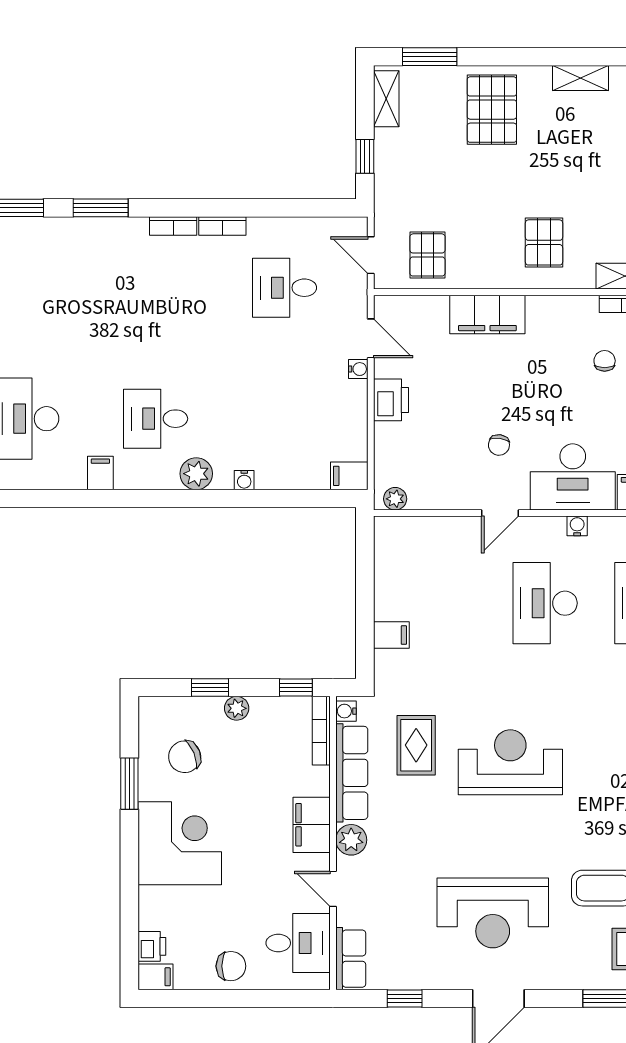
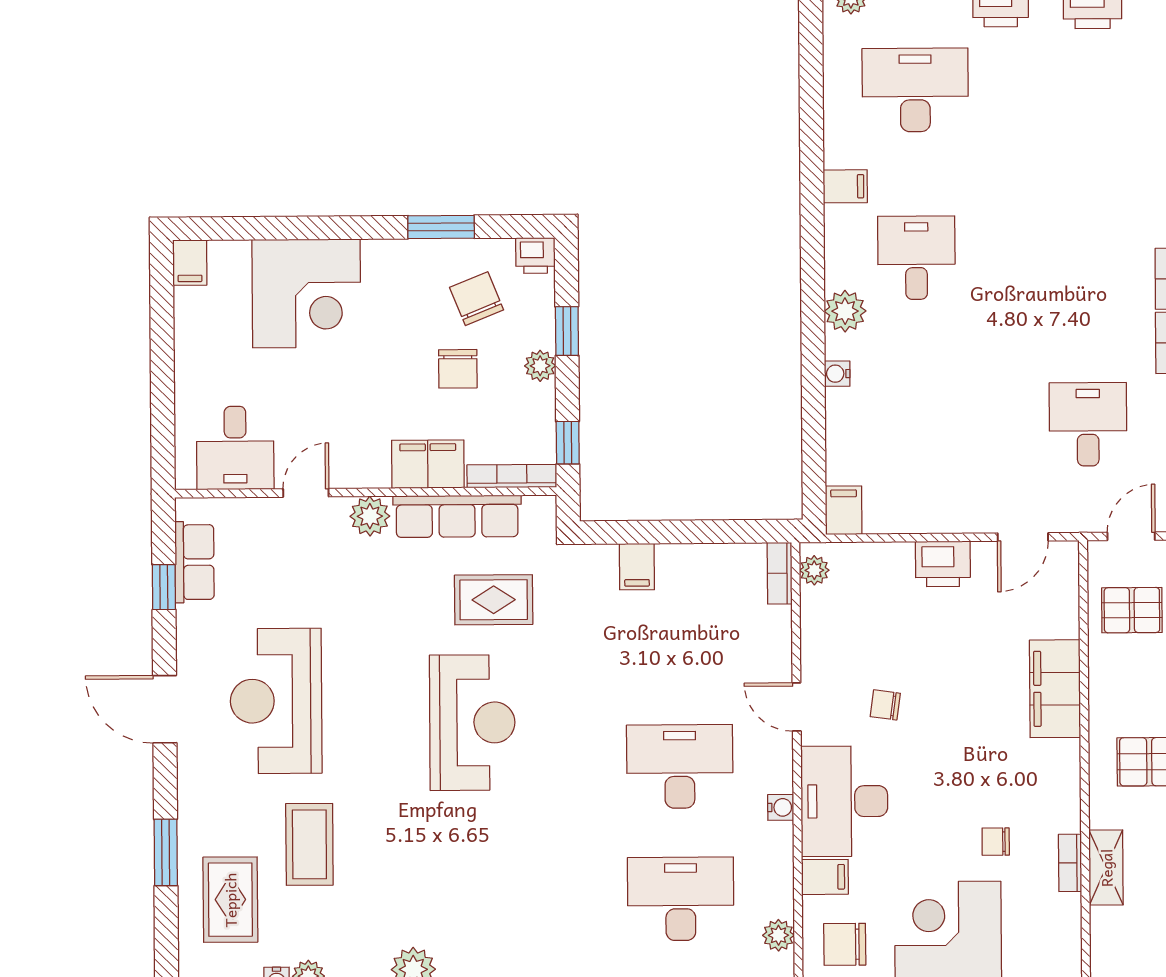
chair: (605, 361) -> (996, 842), turned 180
water cooler: (358, 369) -> (983, 521), removed
bookcase: (397, 525) -> (780, 573), added
water cooler: (346, 711) -> (537, 508), removed
filing cabinet: (312, 825) -> (428, 464), moved
corner desk: (180, 843) -> (306, 293), moved
printer: (152, 946) -> (535, 255), moved
row of seats: (351, 959) -> (194, 562), moved, turned -90
chair: (231, 966) -> (458, 369), moved

